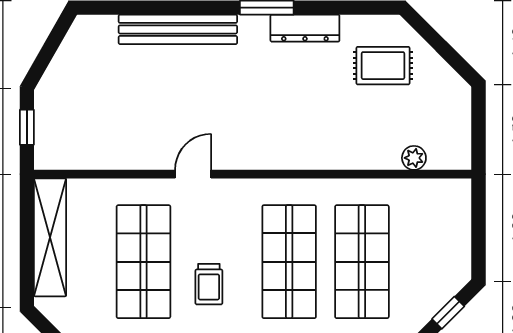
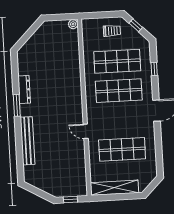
rug: (383, 66) -> (38, 57), removed
plant: (414, 158) -> (73, 24), moved
trolley: (209, 284) -> (112, 31), moved

